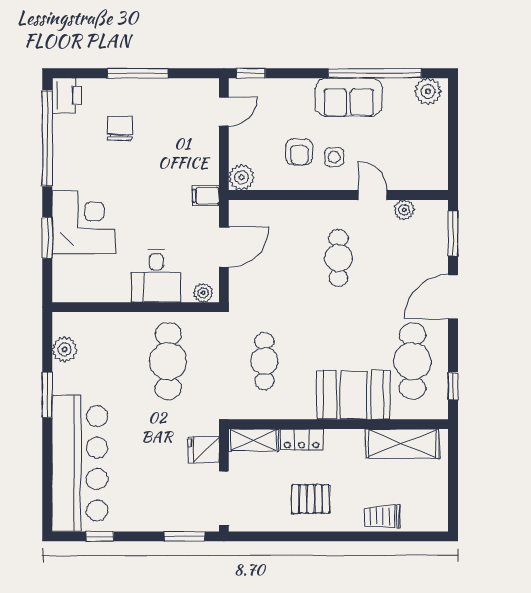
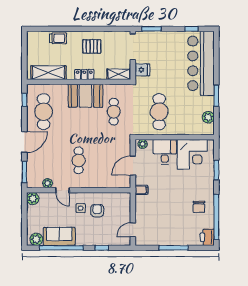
window: (251, 73) -> (102, 248), moved
sofa: (349, 97) -> (59, 236), moved
chair: (120, 128) -> (199, 207), moved
plant: (242, 177) -> (33, 199), moved
corner desk: (84, 222) -> (192, 154), moved, turned -90
booth: (354, 395) -> (85, 96), moved
locker: (302, 440) -> (84, 75), moved

